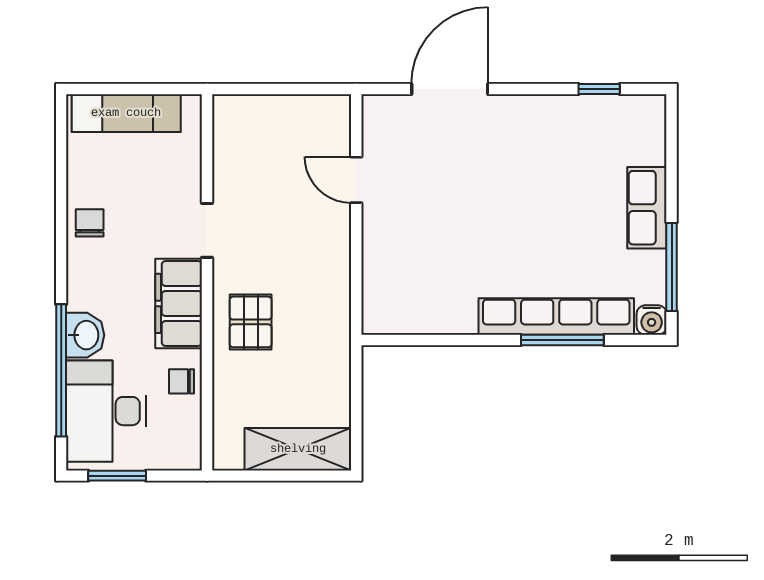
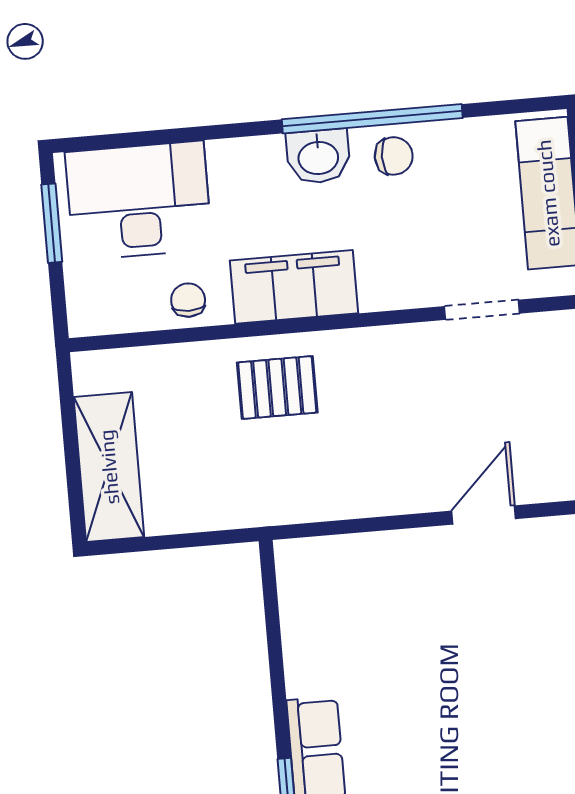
doorway: (207, 230) -> (482, 310), moved
washbasin: (85, 335) -> (318, 156), moved
window: (61, 370) -> (372, 119), moved

